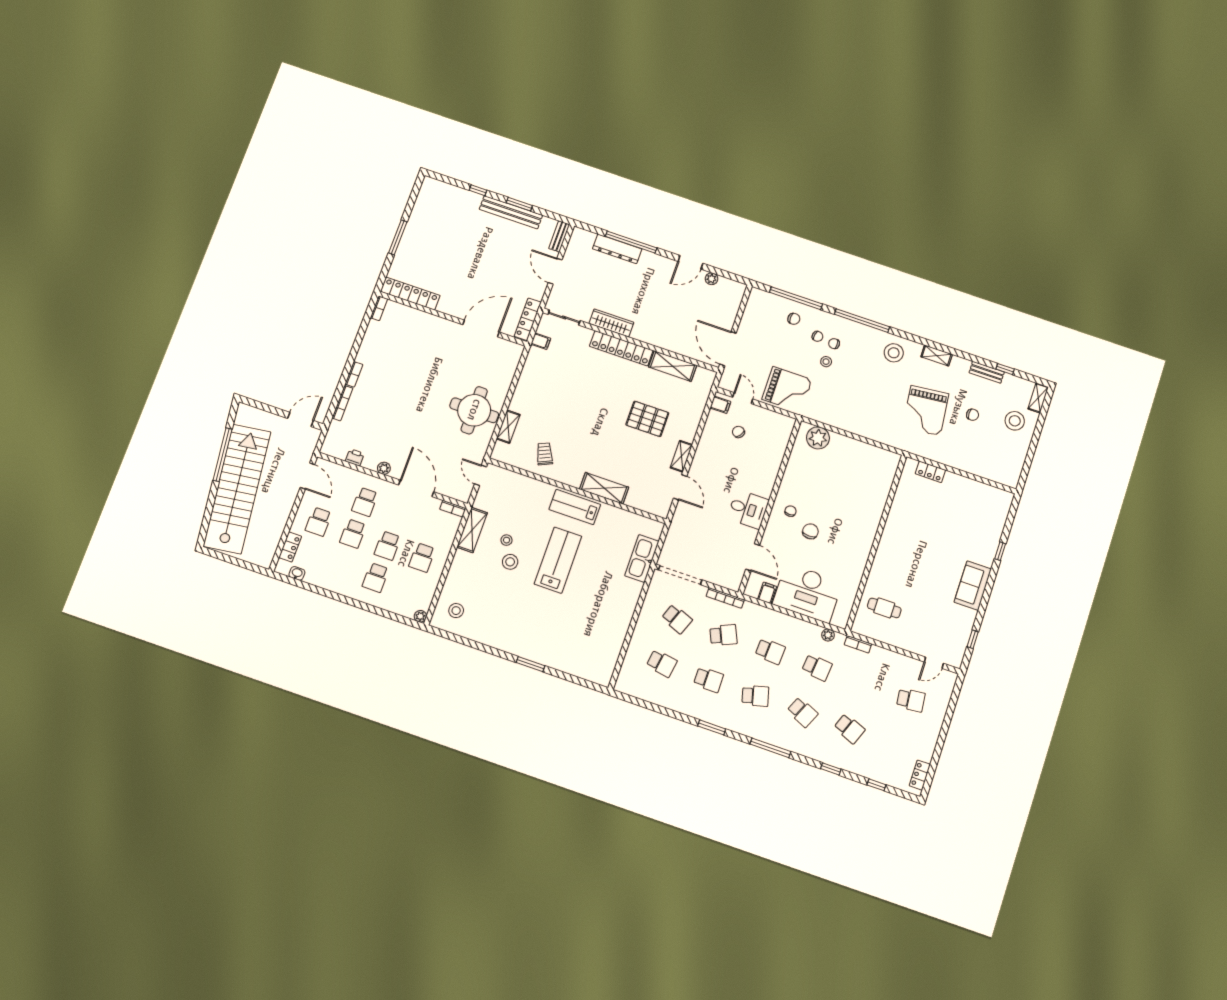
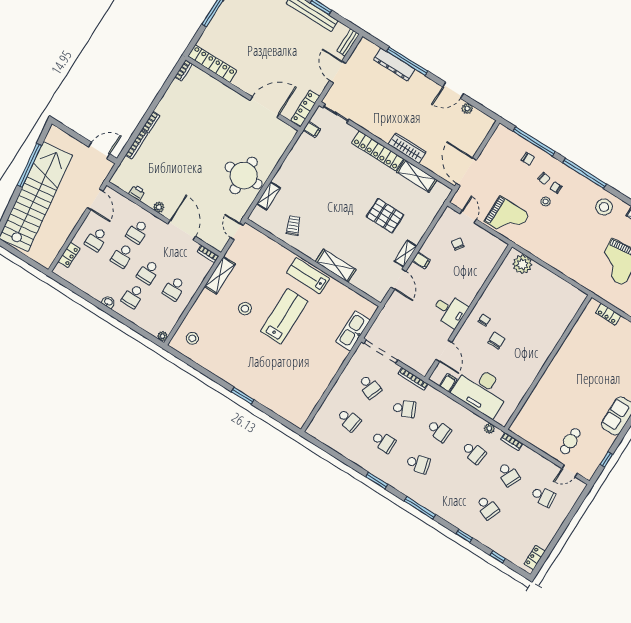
wardrobe: (611, 323) -> (407, 148), moved
filing cabinet: (720, 405) -> (421, 260), moved
stool: (507, 540) -> (246, 290), removed
washbasin: (297, 573) -> (108, 302), moved
cafe table: (884, 608) -> (570, 441), moved, turned 90
school desk: (802, 712) -> (508, 474), moved

